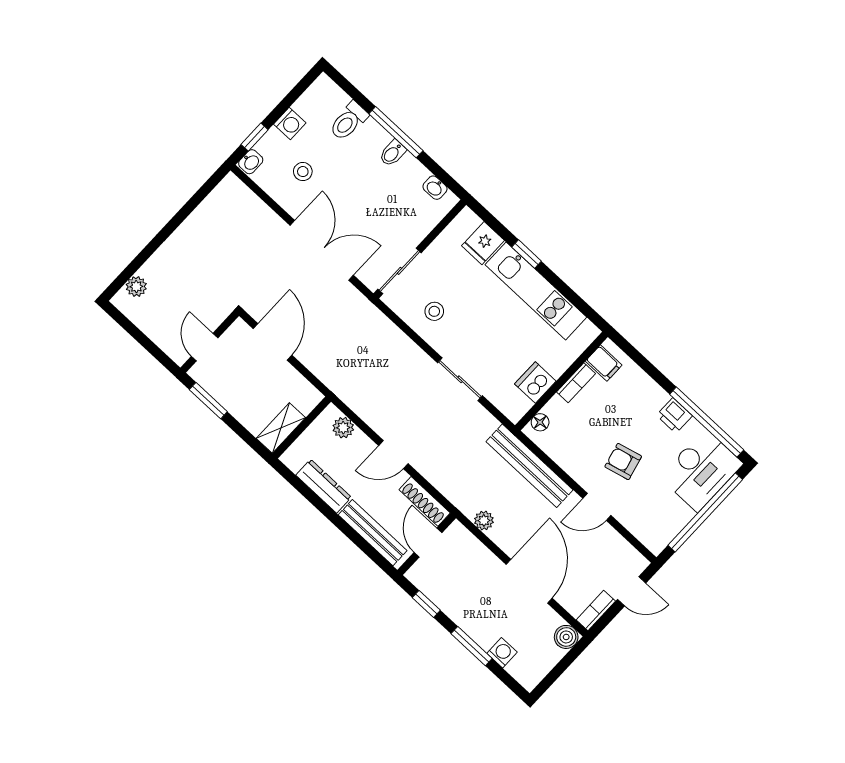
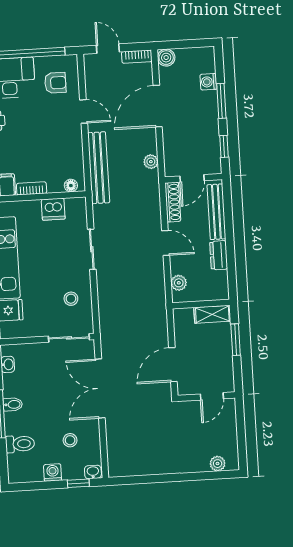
window: (208, 401) -> (236, 340), moved
armchair: (623, 462) -> (55, 83), moved, turned -76
dresser: (324, 486) -> (219, 255), width x0.70

